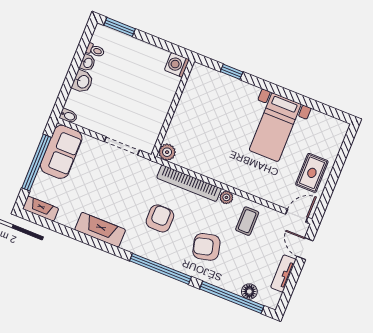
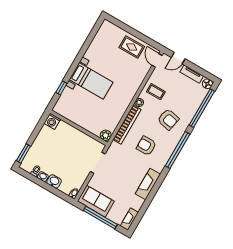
bed with nightstands: (275, 127) -> (91, 81), moved
armchair: (206, 247) -> (168, 119), turned -64
floor lamp: (249, 292) -> (207, 84), moved

